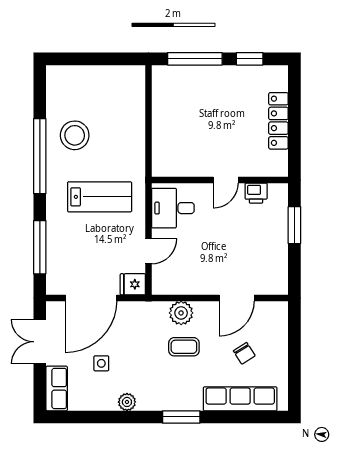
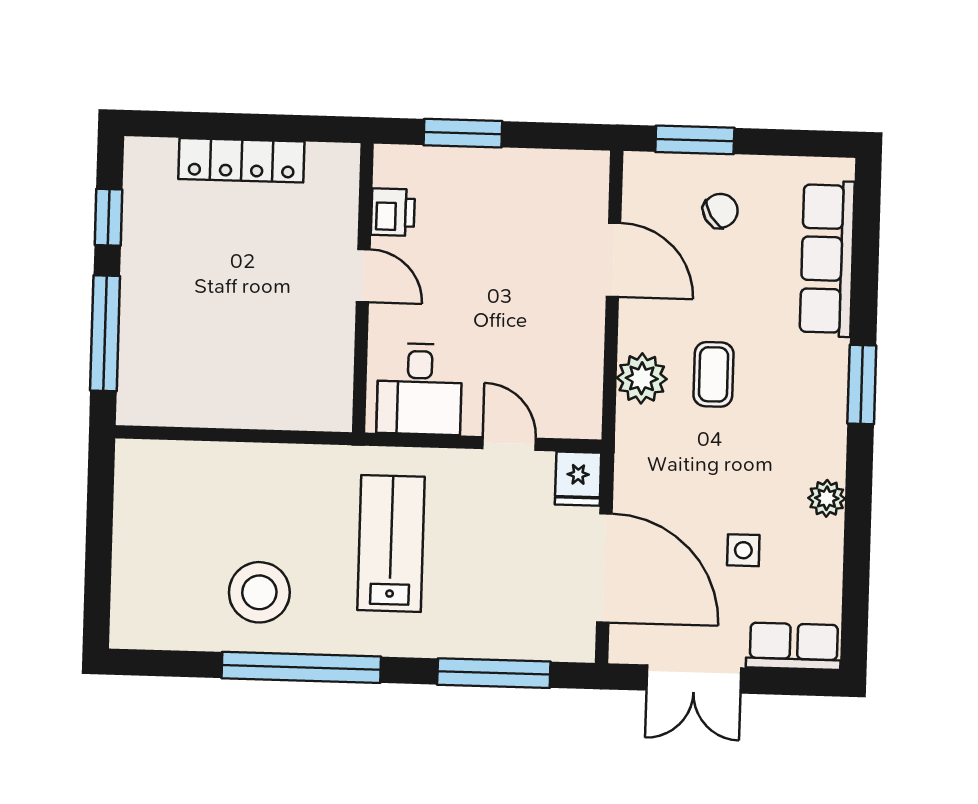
window: (294, 335) -> (695, 140), added
chair: (244, 353) -> (720, 211), moved

